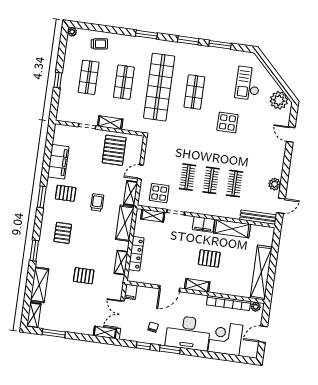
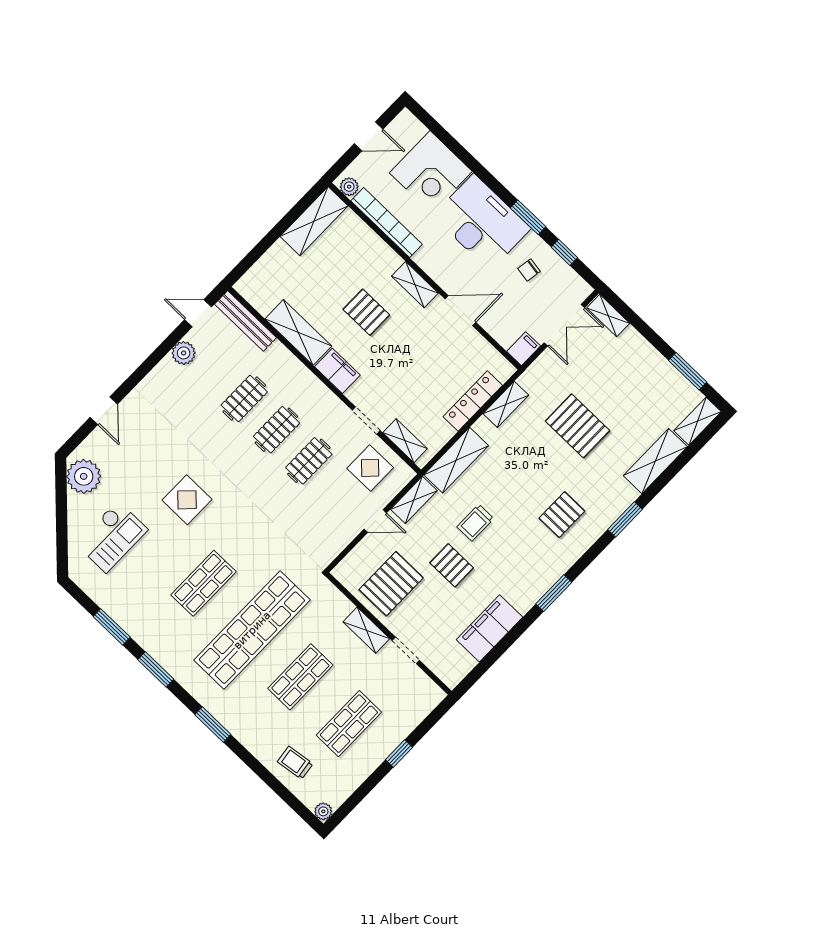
pallet: (66, 193) -> (452, 565), moved
shelving: (261, 273) -> (314, 221), width x0.68
pallet: (84, 276) -> (578, 426), width x1.50, depth x1.42

